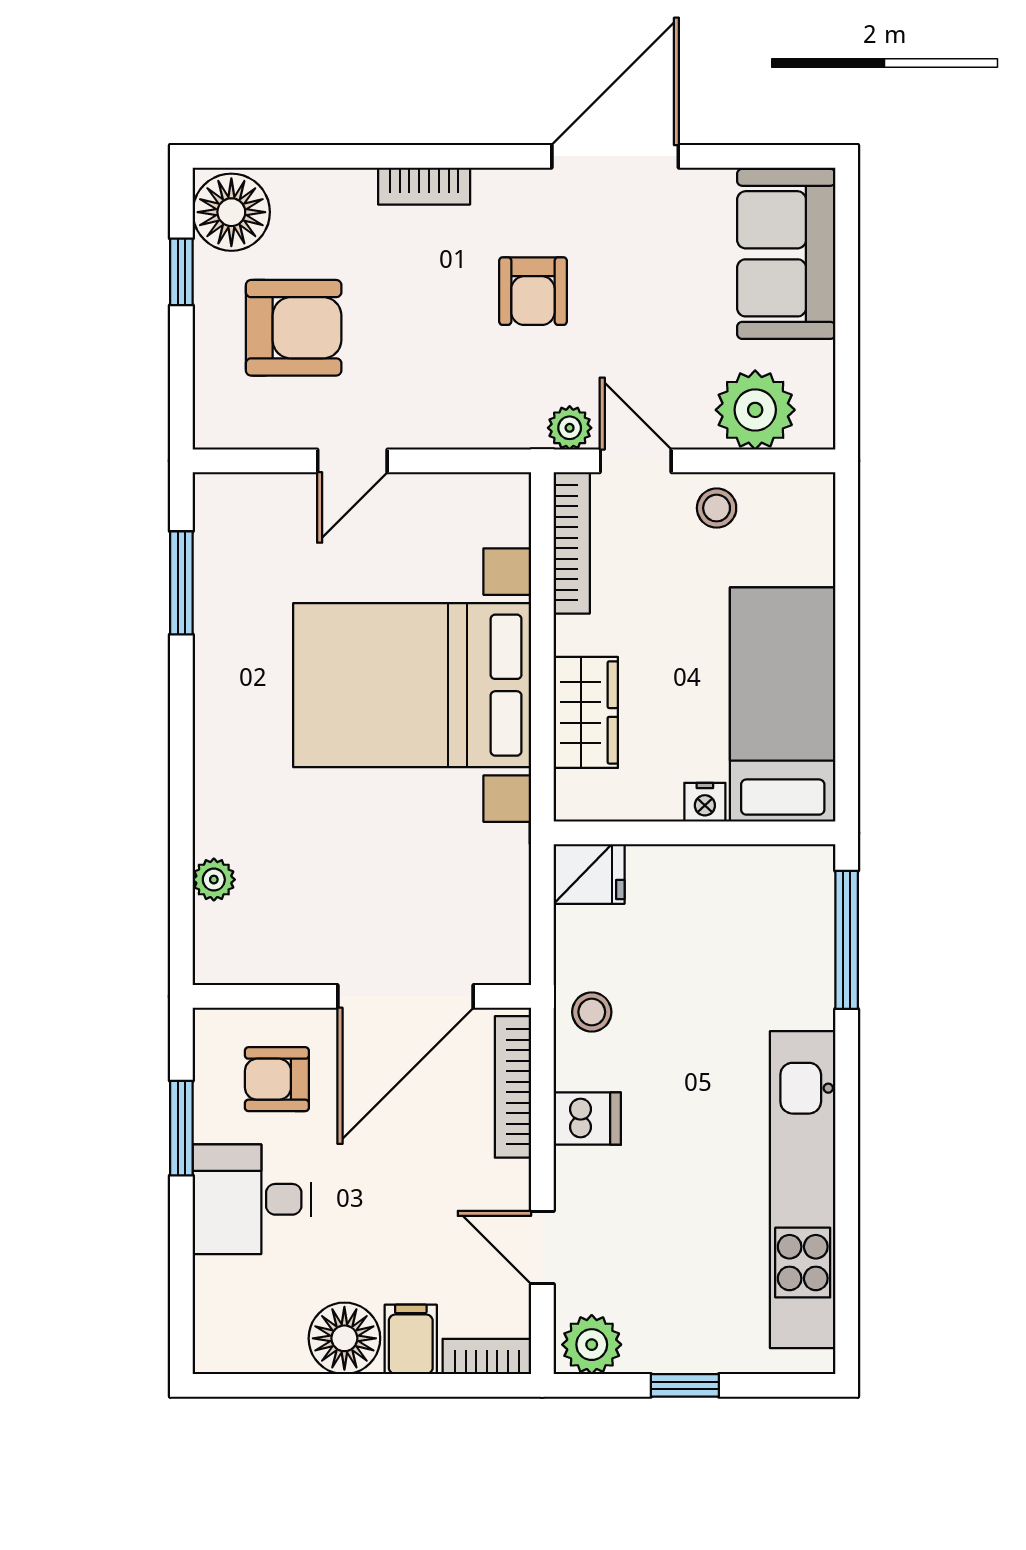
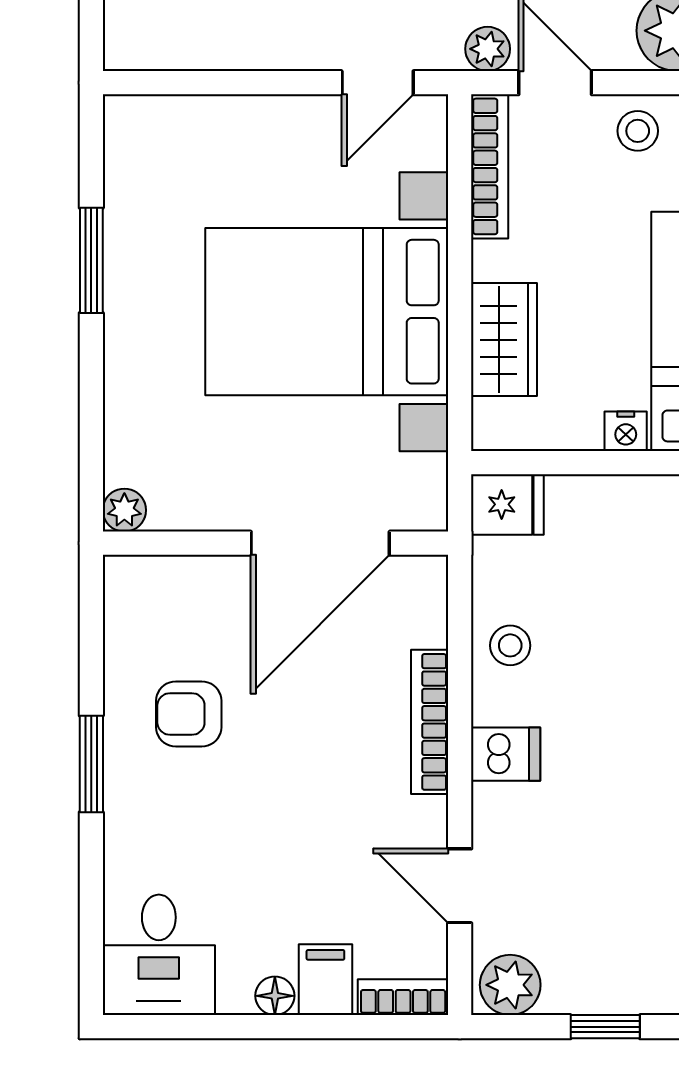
door: (352, 461) -> (378, 83), moved
window: (181, 583) -> (91, 260), moved
wall: (362, 996) -> (276, 543), moved
door: (406, 996) -> (320, 543), moved
desk: (252, 1199) -> (159, 955), moved, turned -90
floor lamp: (344, 1338) -> (275, 996), width x0.53, depth x0.53

